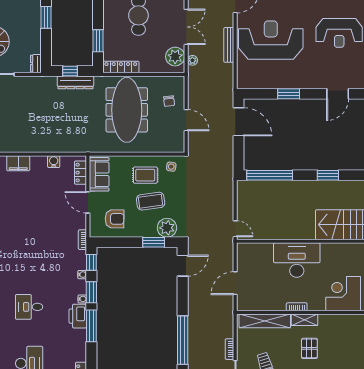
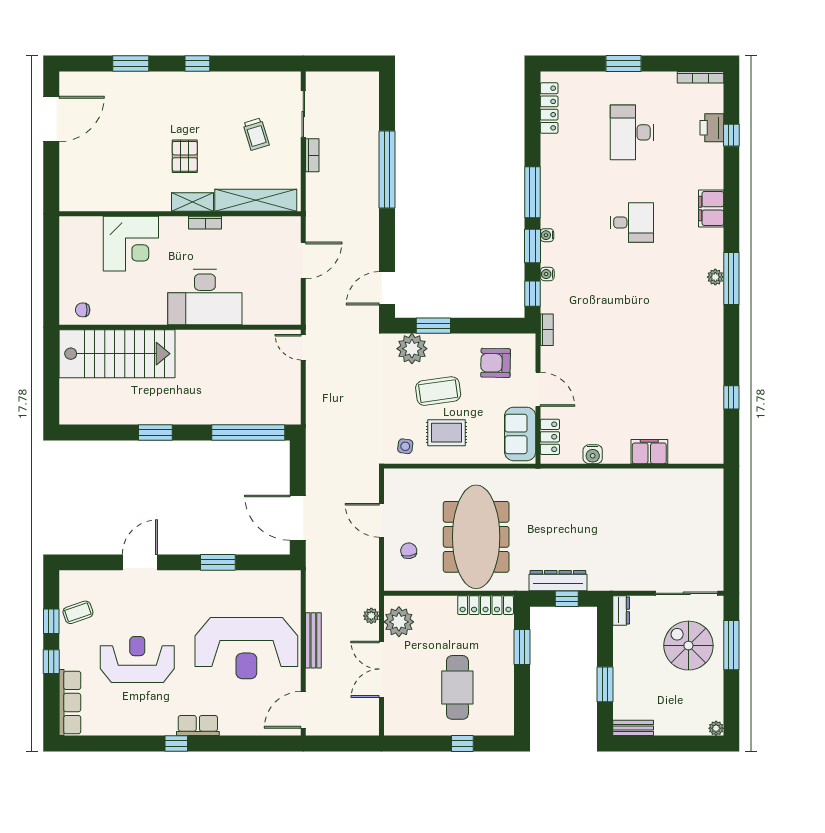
printer: (78, 316) -> (554, 208), removed

